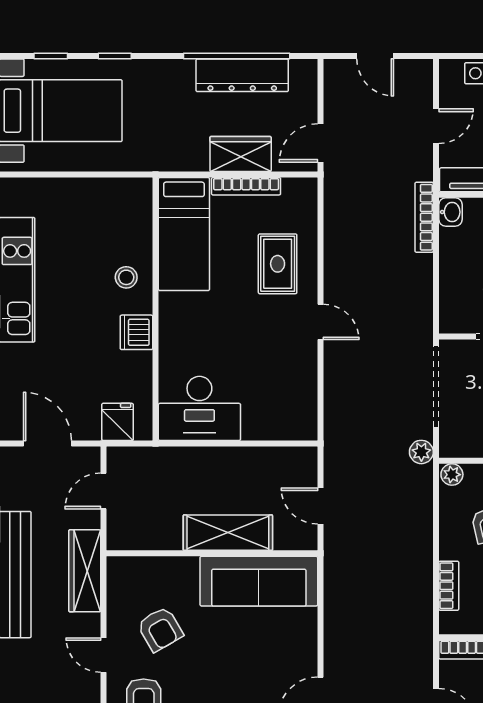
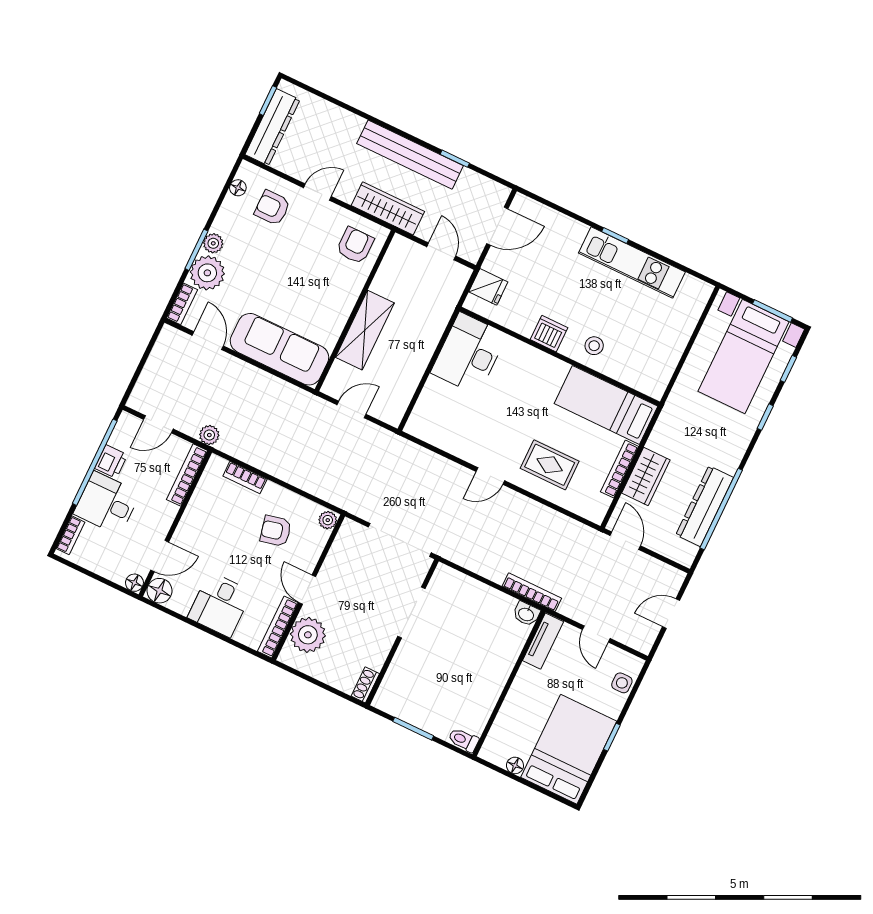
plant: (421, 452) -> (209, 435), moved
sofa: (259, 581) -> (279, 349), moved, turned 90
armchair: (160, 629) -> (355, 245), moved, turned 120

